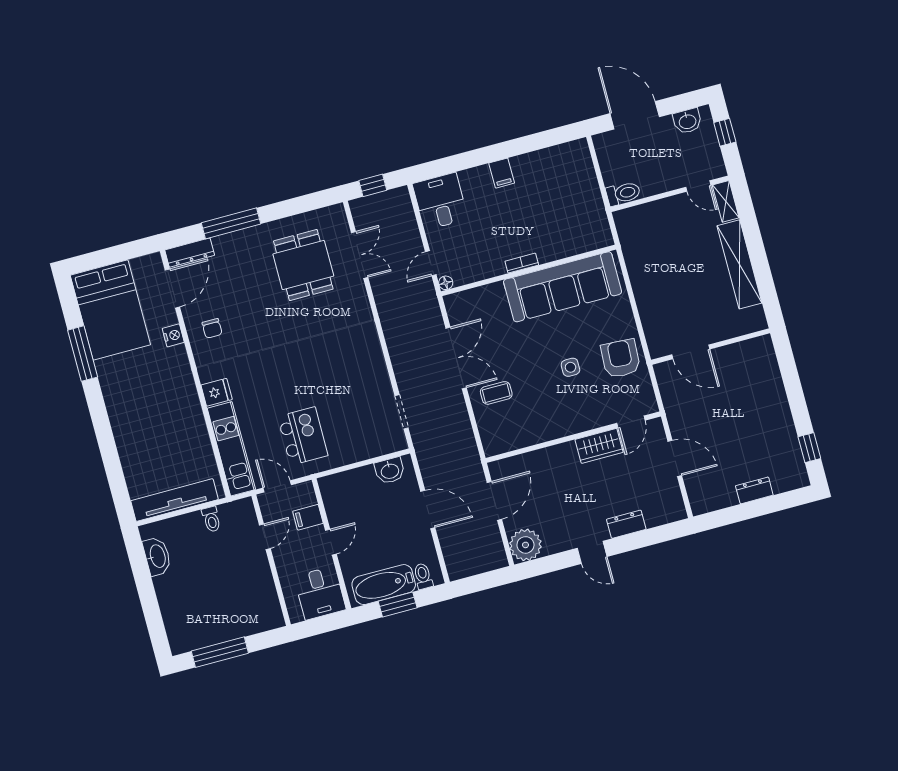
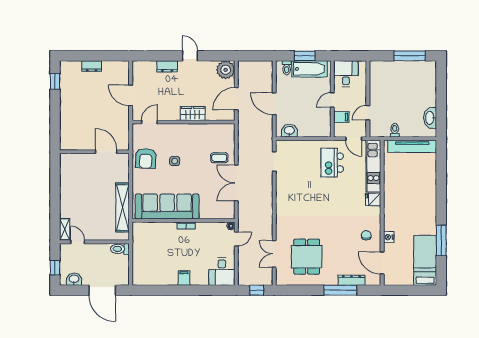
dresser: (190, 253) -> (352, 280), moved
shelving: (739, 264) -> (123, 207), moved
door: (172, 288) -> (382, 263), hinge flipped
bed: (110, 310) -> (425, 260), width x0.67
wardrobe: (599, 446) -> (193, 113), moved

